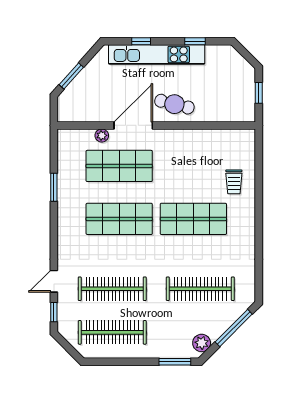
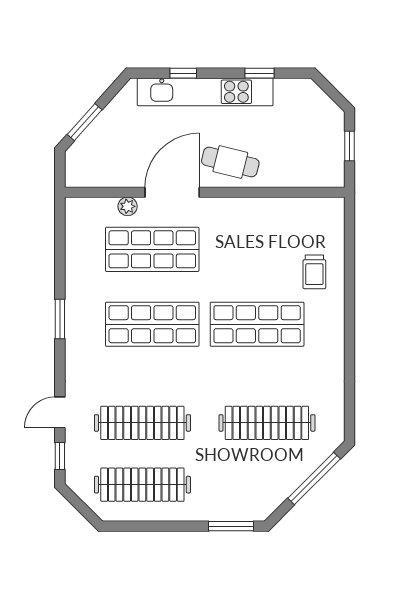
window: (54, 187) -> (60, 319), moved
plant: (202, 343) -> (269, 500), removed

